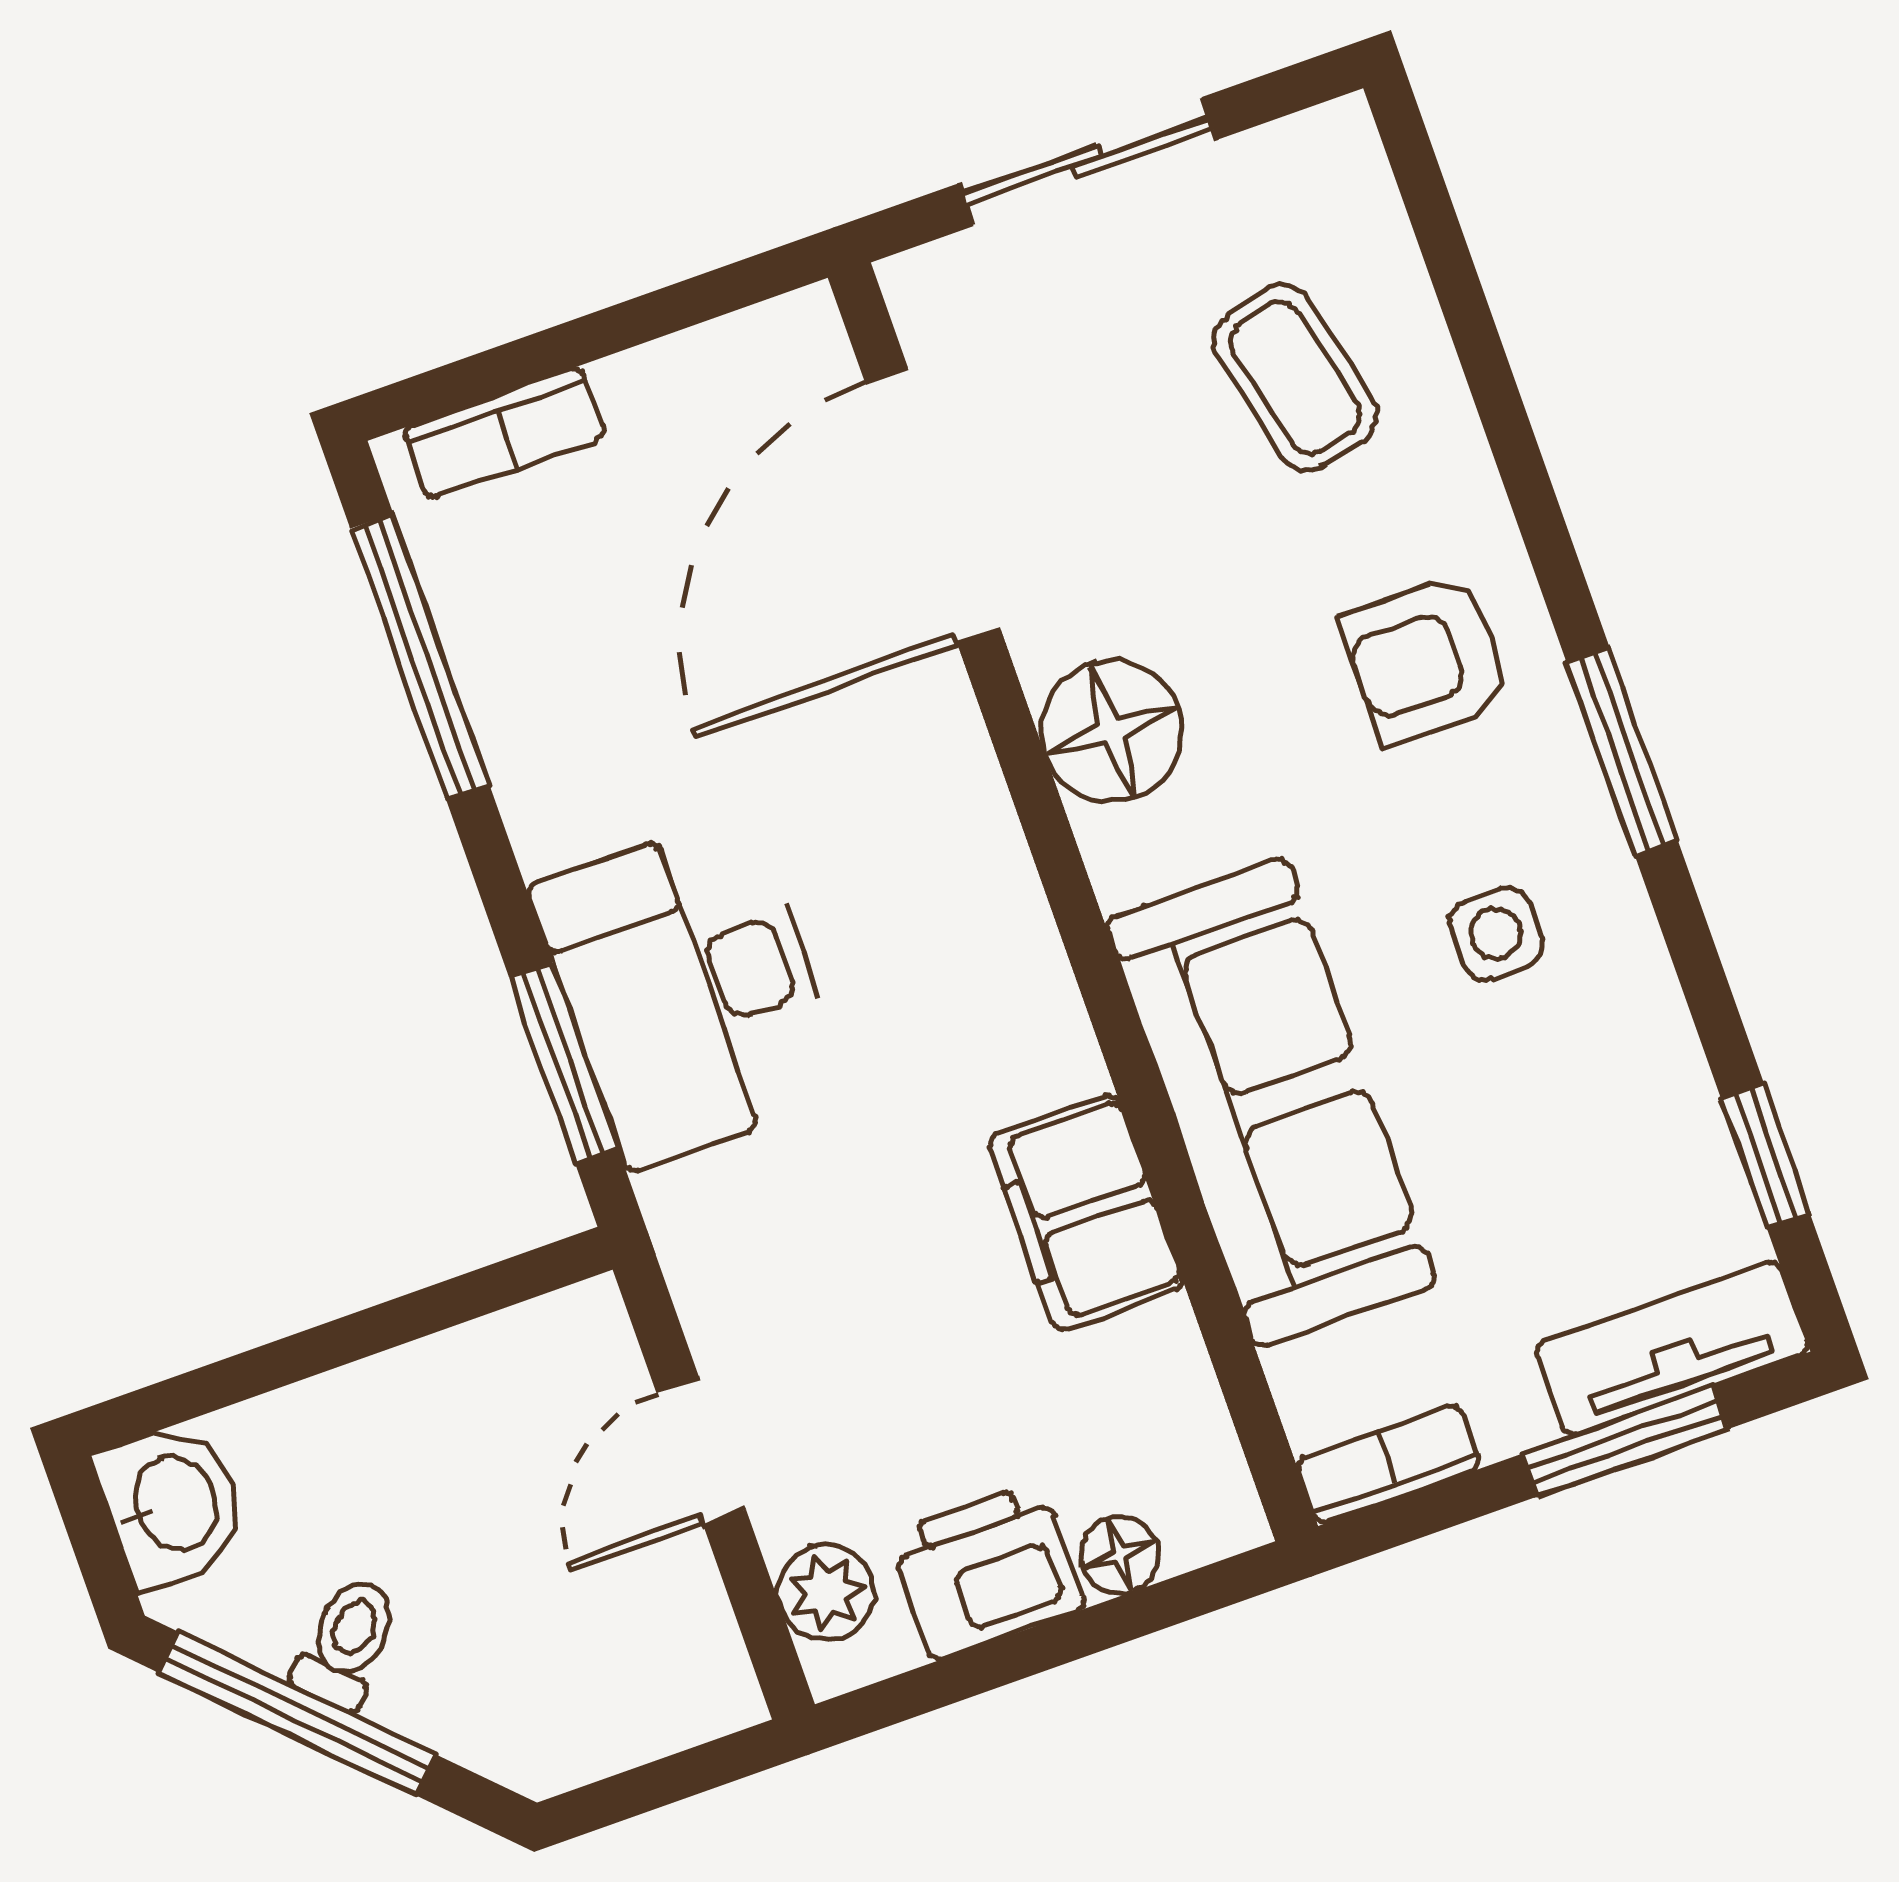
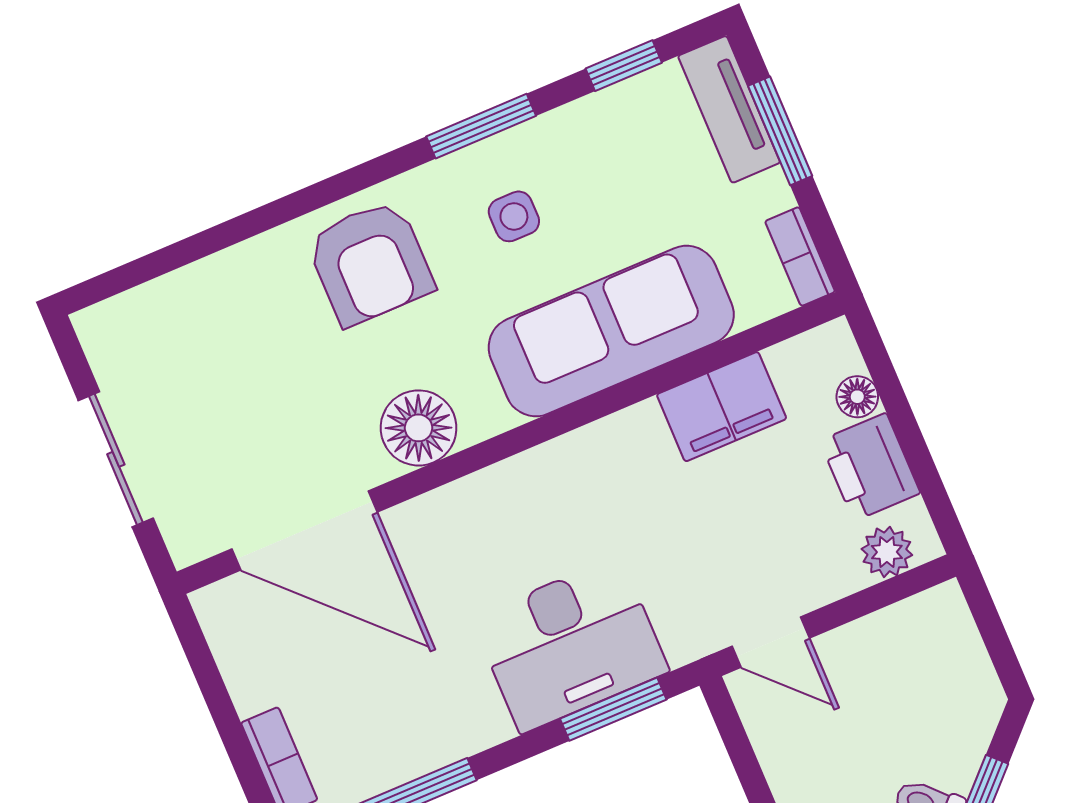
coffee table: (1295, 378) -> (224, 342), removed
armchair: (1426, 659) -> (370, 263), width x1.38, depth x1.38
window: (1622, 751) -> (481, 126), moved
filing cabinet: (1086, 1212) -> (722, 407), moved
door: (701, 1451) -> (771, 642), moved

